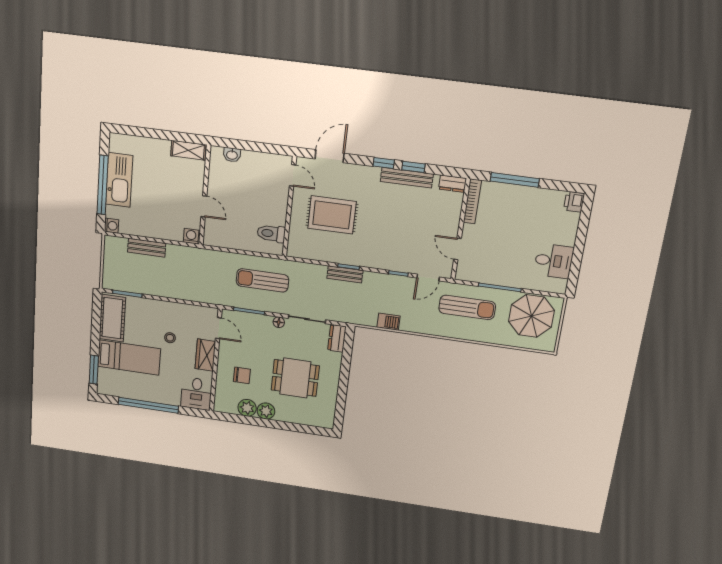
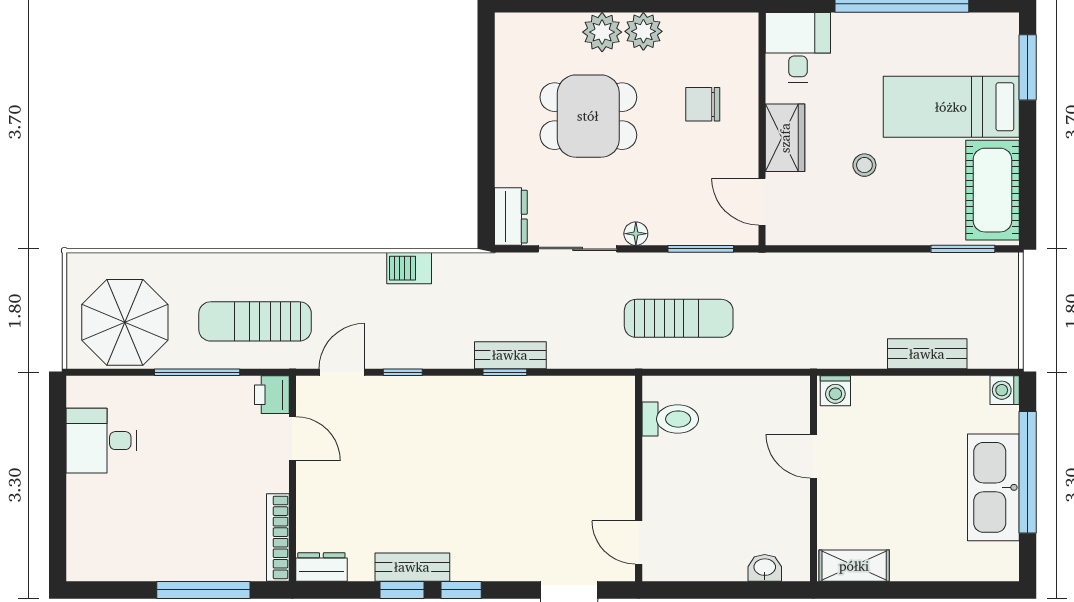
bench: (407, 178) -> (412, 567), width x0.73
printer: (574, 202) -> (272, 395), moved, turned 180
rug: (332, 215) -> (551, 474), removed
plant: (247, 408) -> (602, 32), moved

